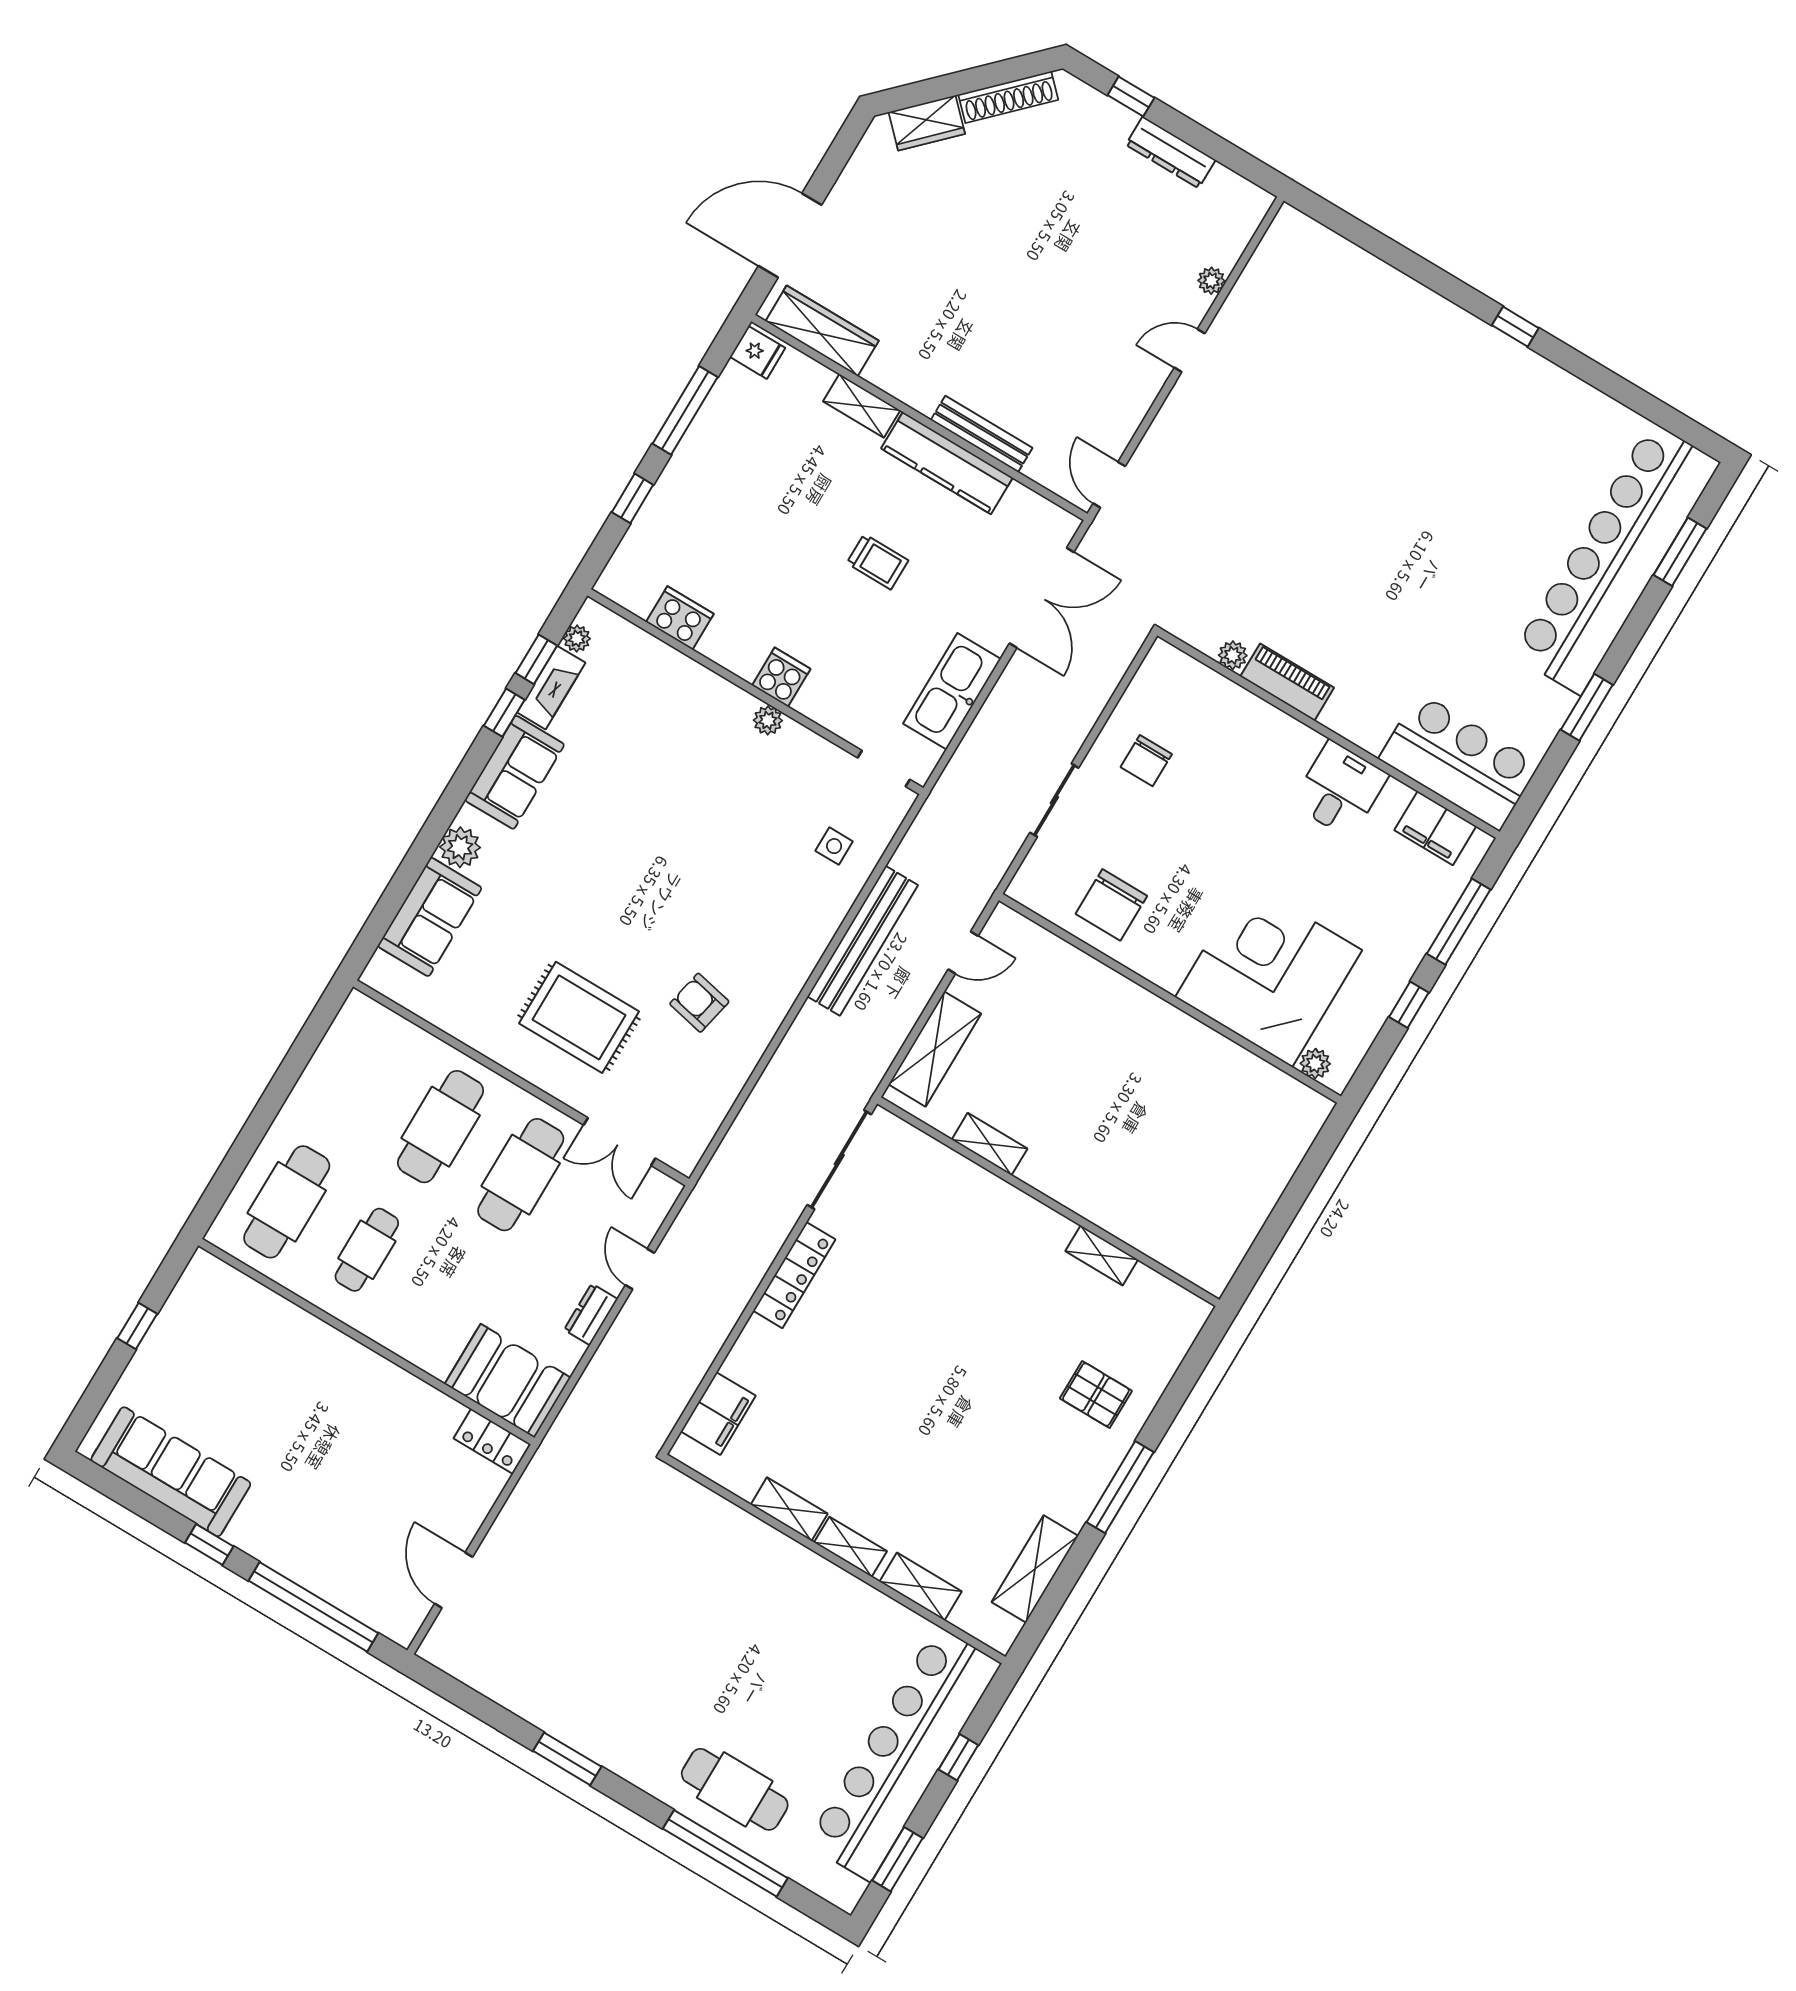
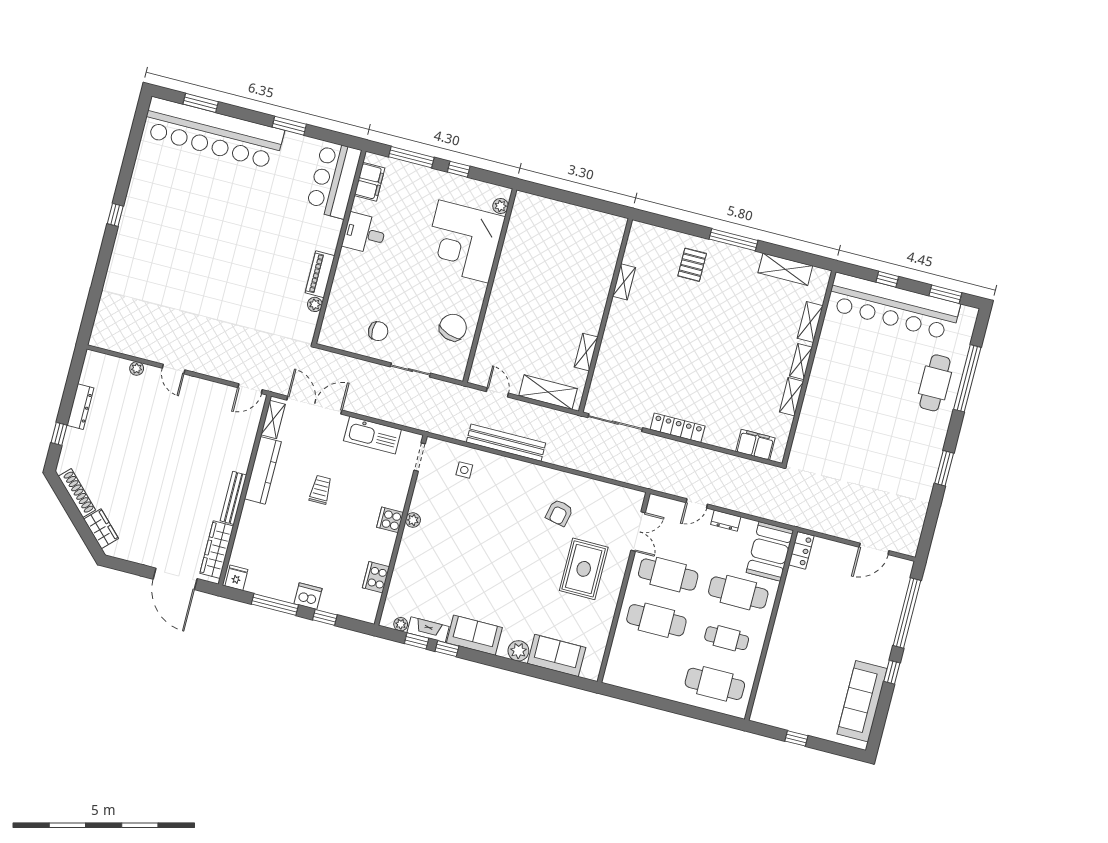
shelving: (862, 406) -> (273, 420), moved
bench: (982, 434) -> (233, 498), moved
dishwasher: (682, 478) -> (308, 596), added
chair: (1111, 905) -> (453, 327), turned -71
cafe table: (447, 1298) -> (738, 593), added

